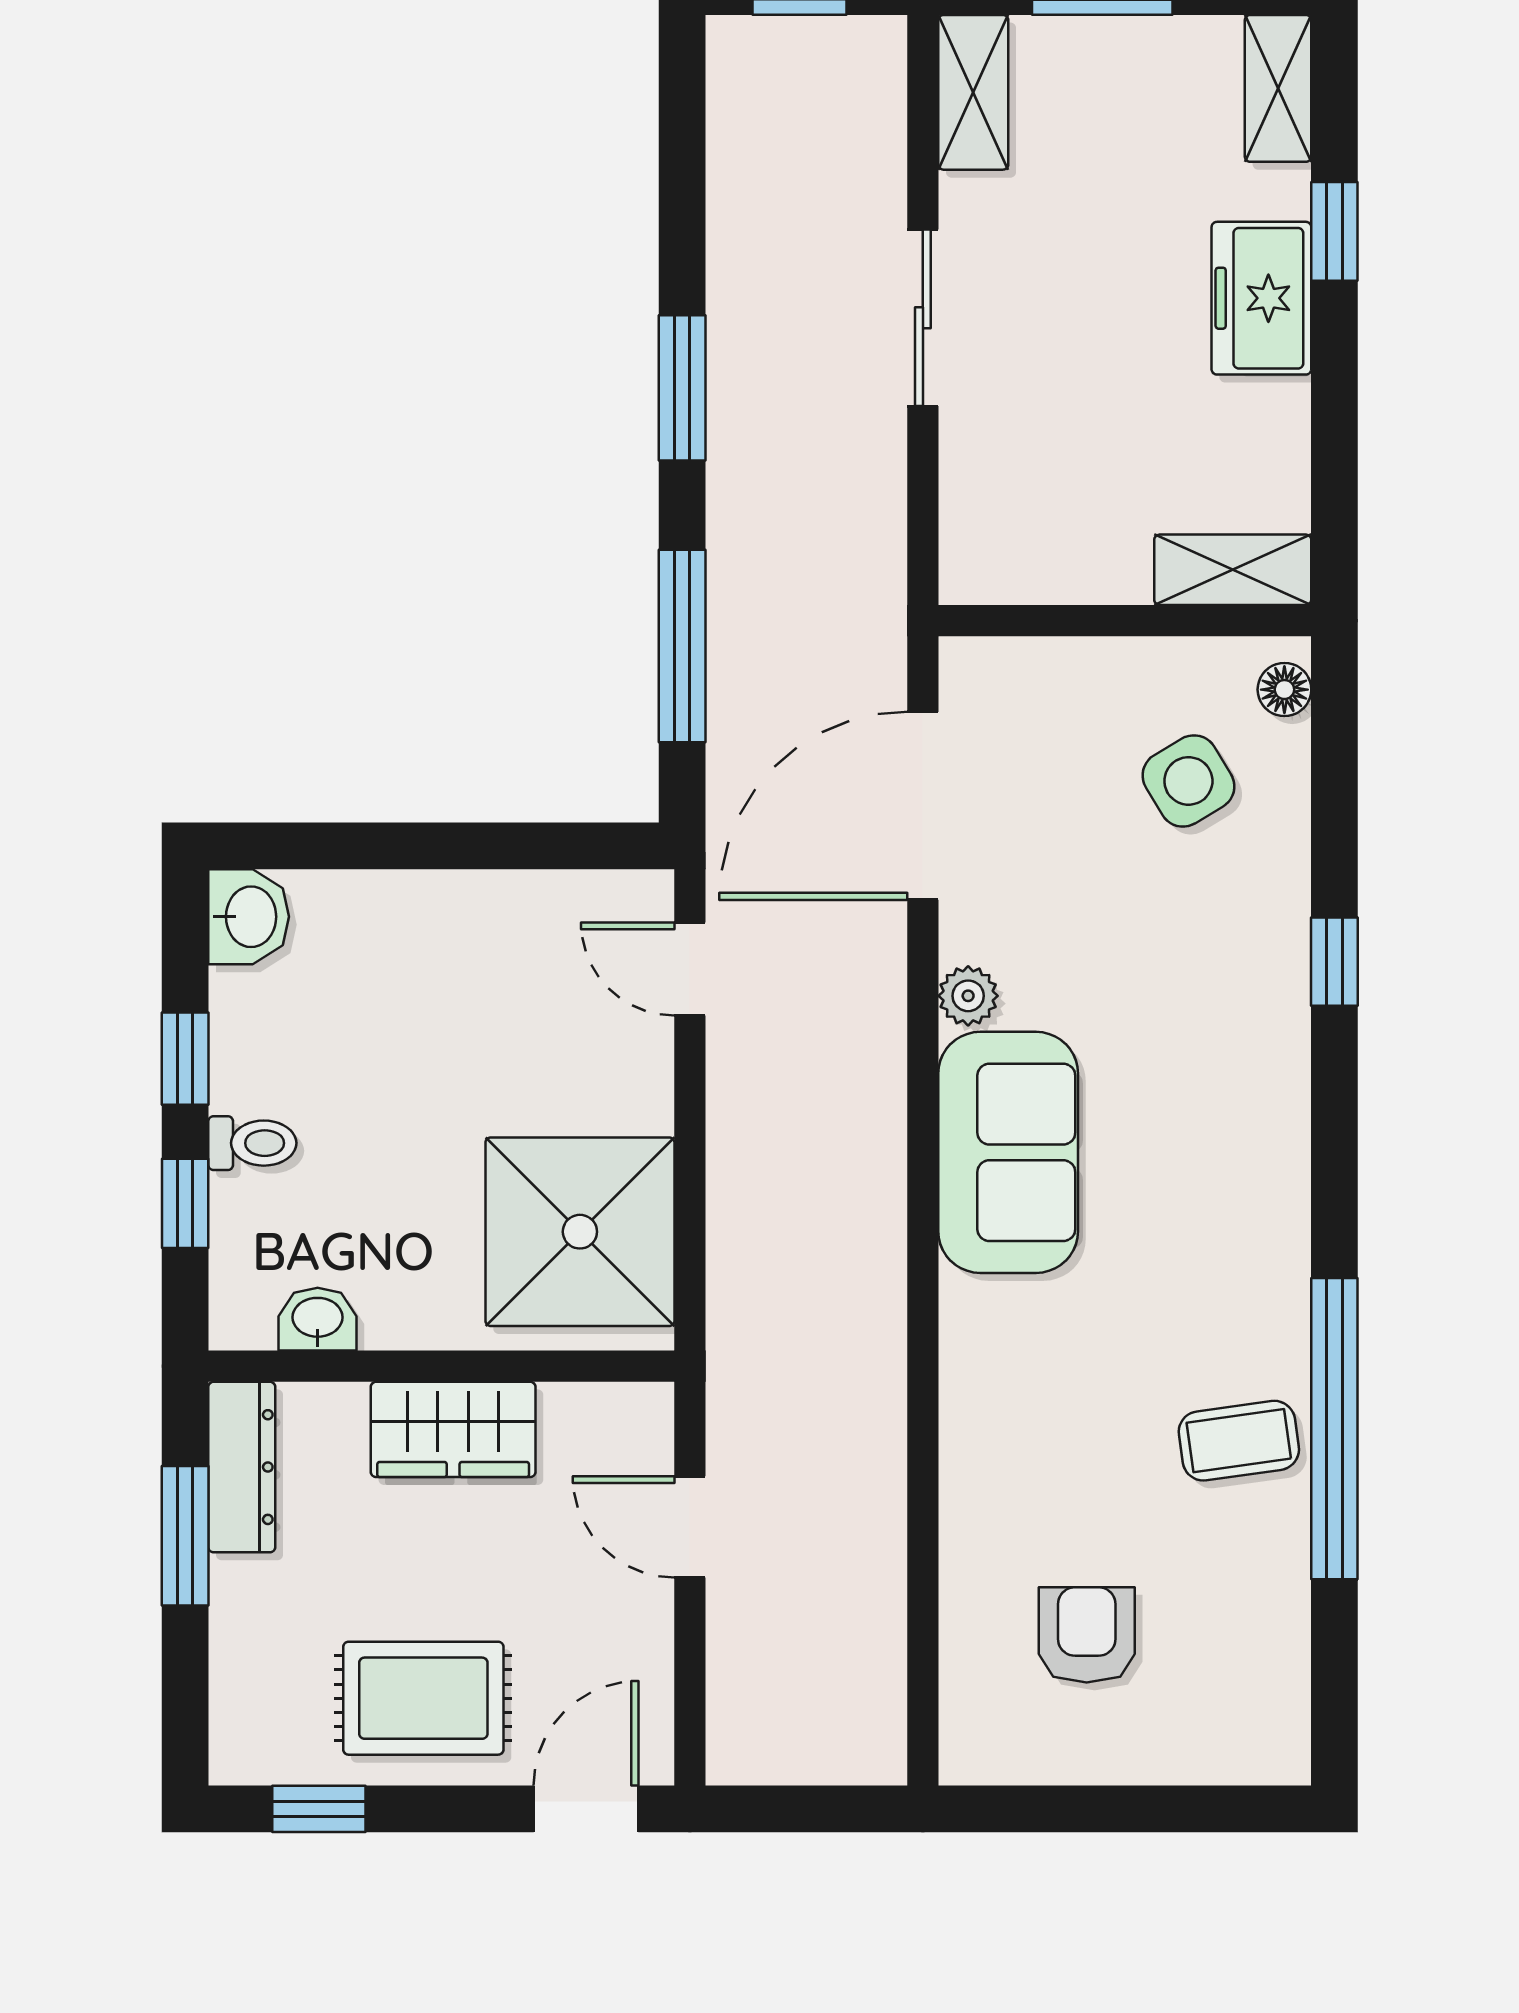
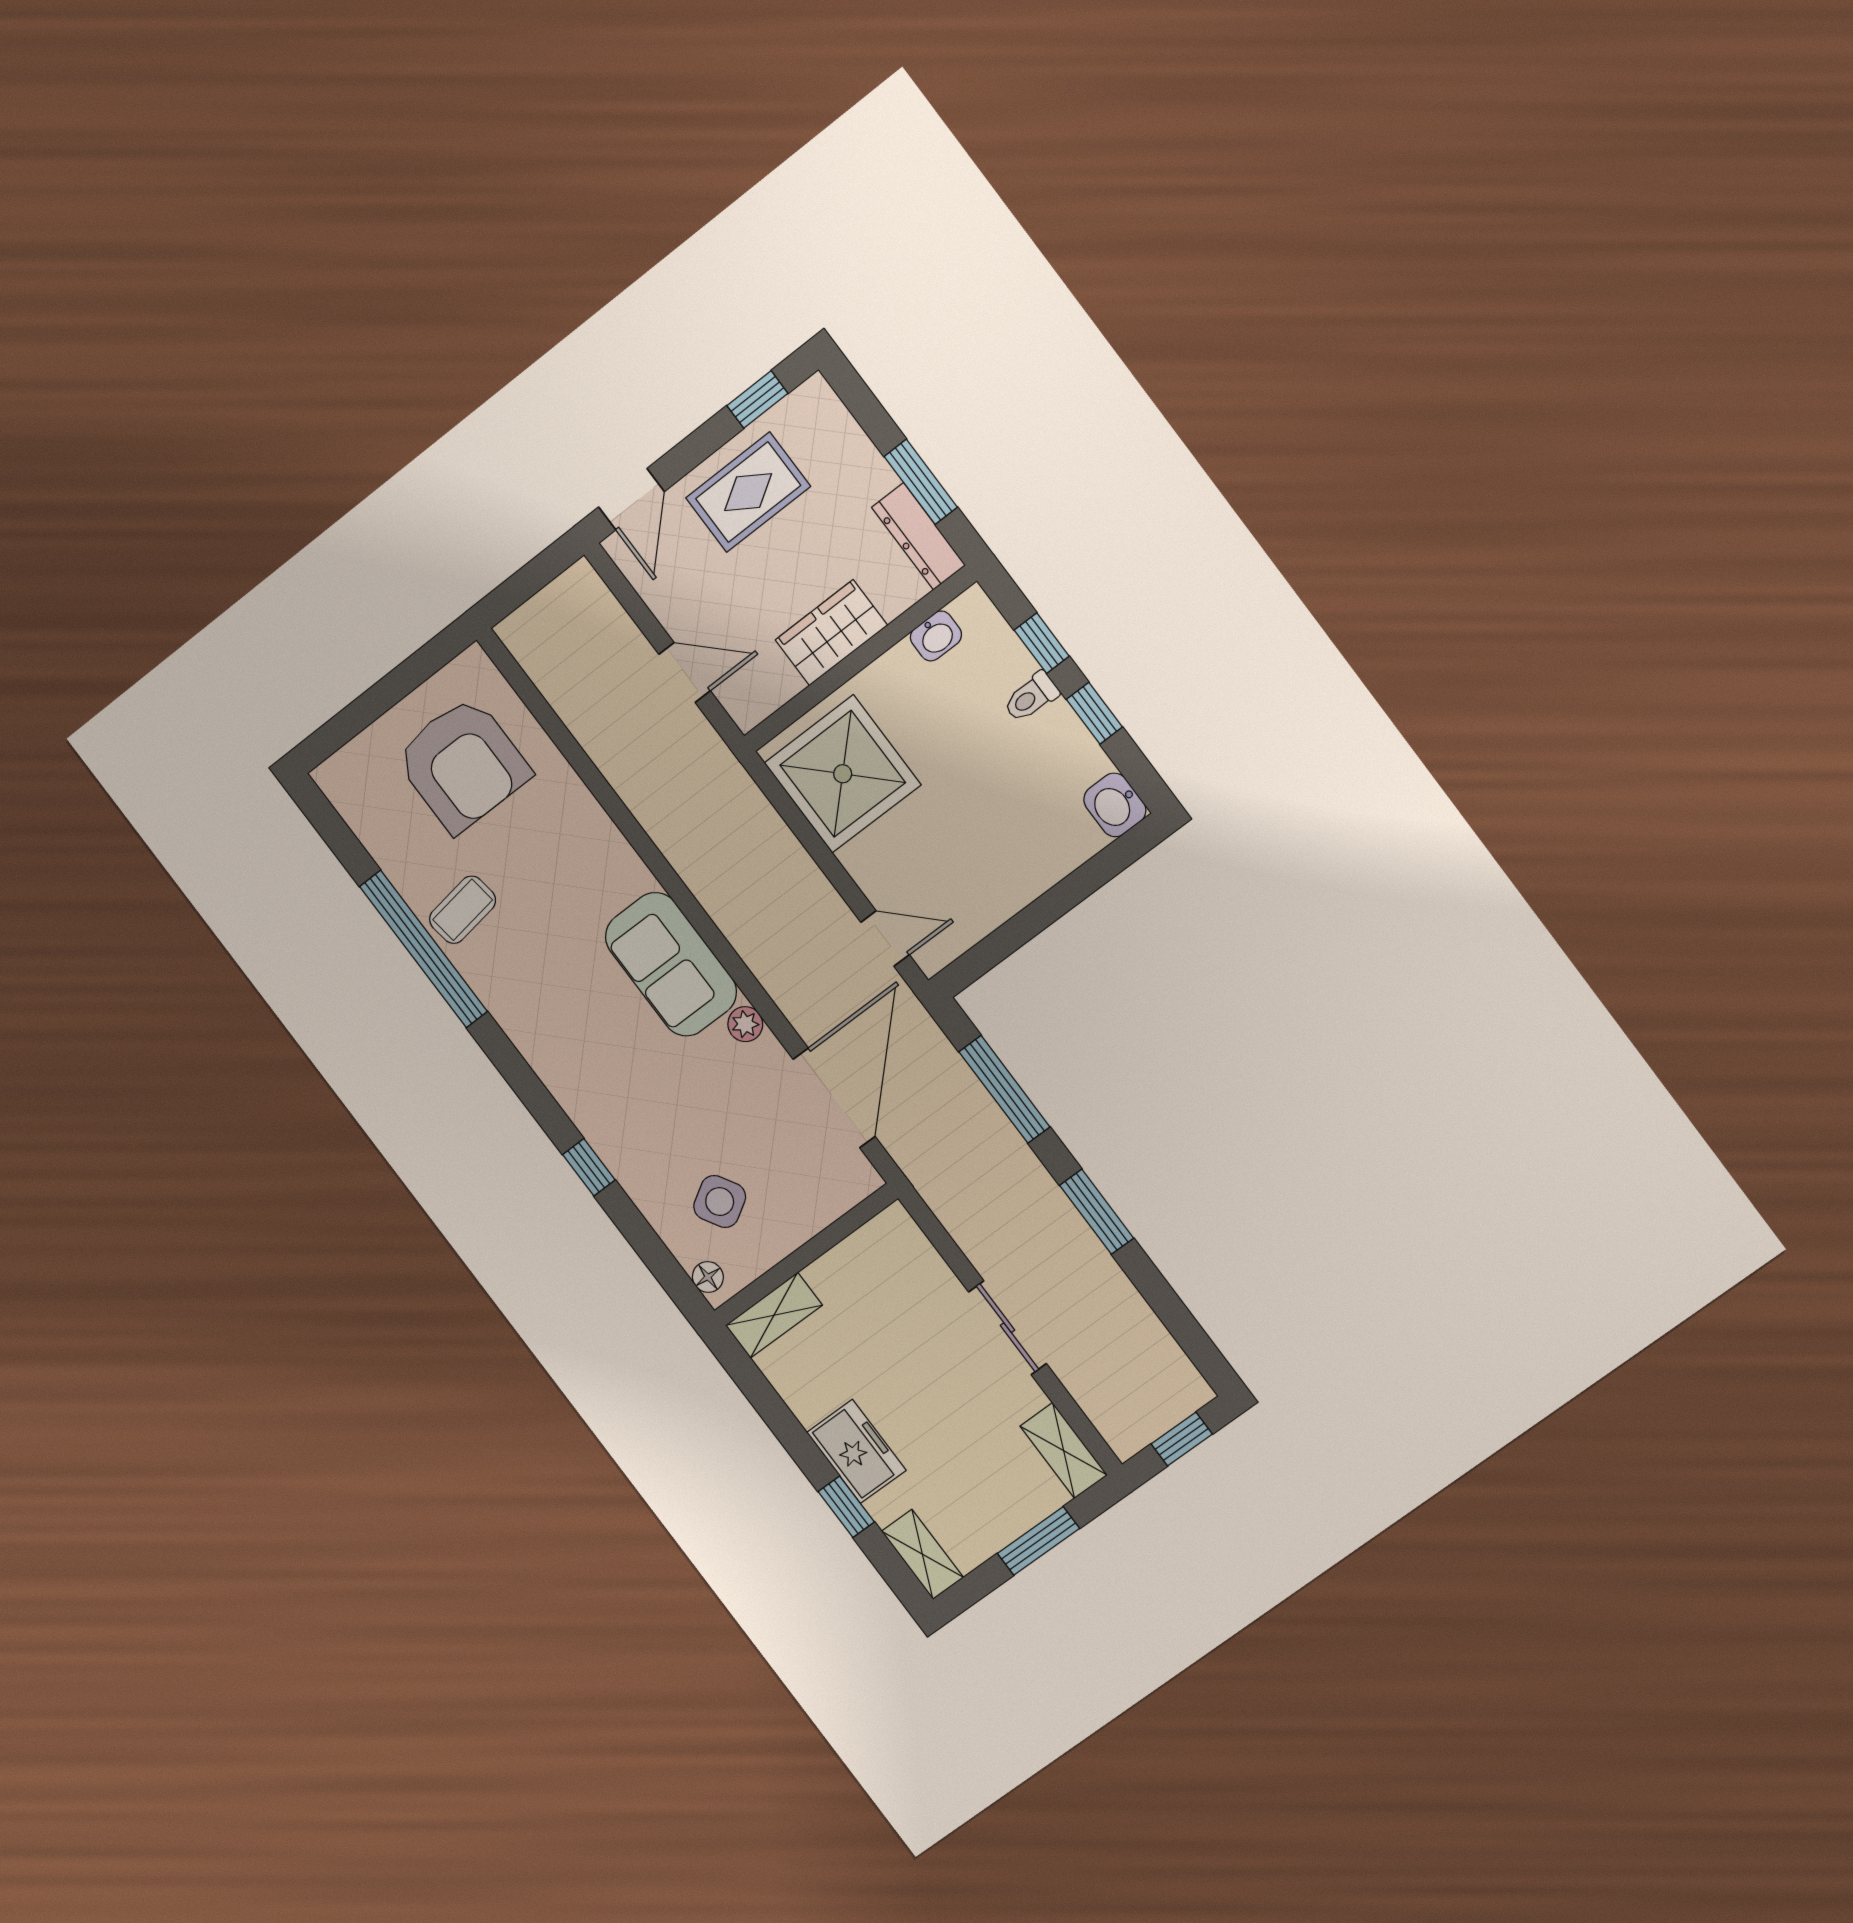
armchair: (1087, 1635) -> (463, 764), width x1.88, depth x1.88

